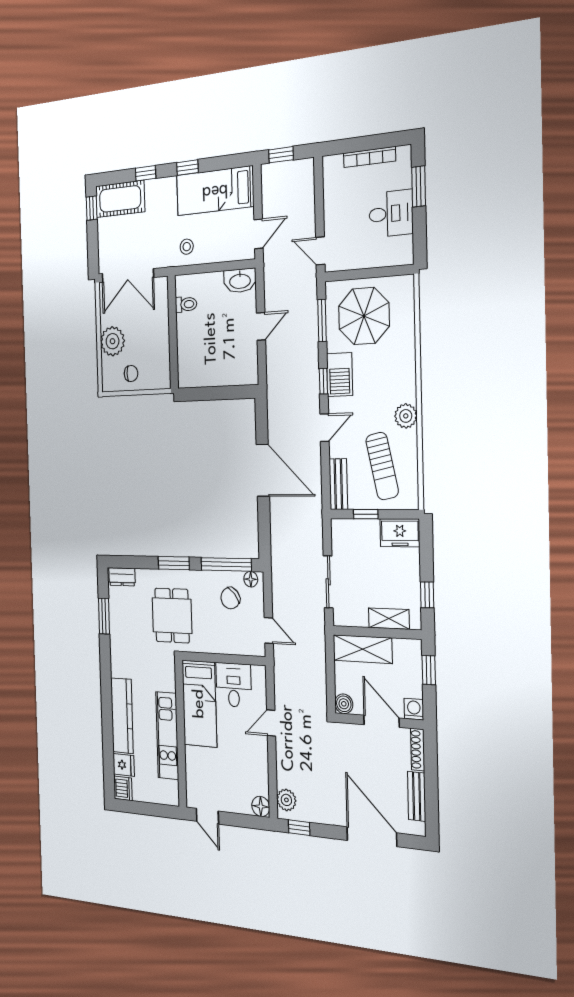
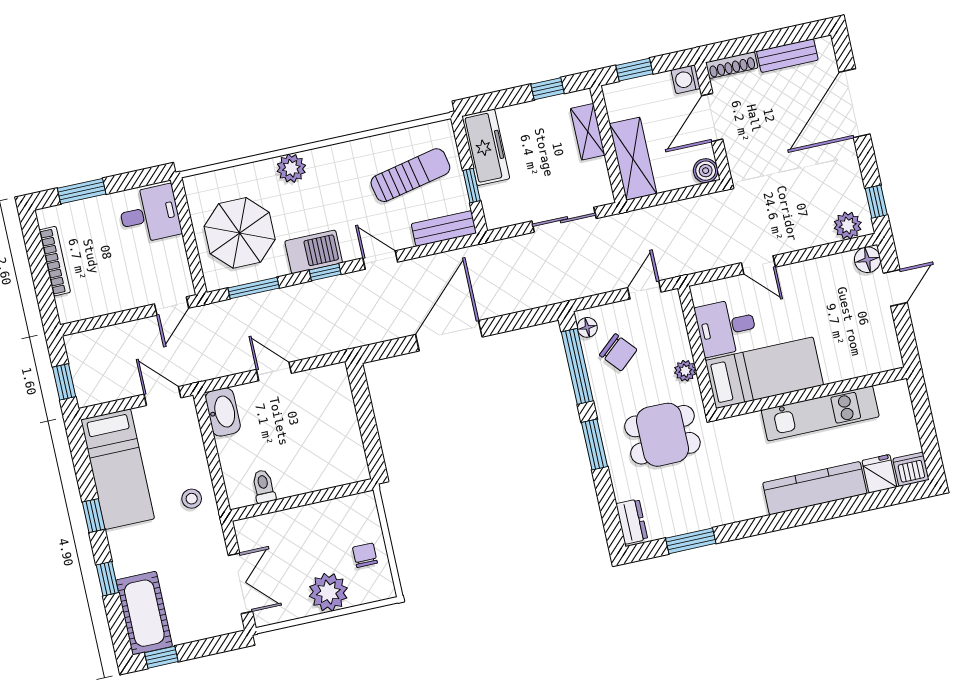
desk: (391, 214) -> (150, 214), moved, turned 90
double door: (128, 276) -> (240, 583), width x0.73
plant: (406, 416) -> (291, 168), moved
freezer: (400, 533) -> (486, 147), width x1.40
plant: (210, 645) -> (685, 371), added
door: (207, 816) -> (895, 288), moved

